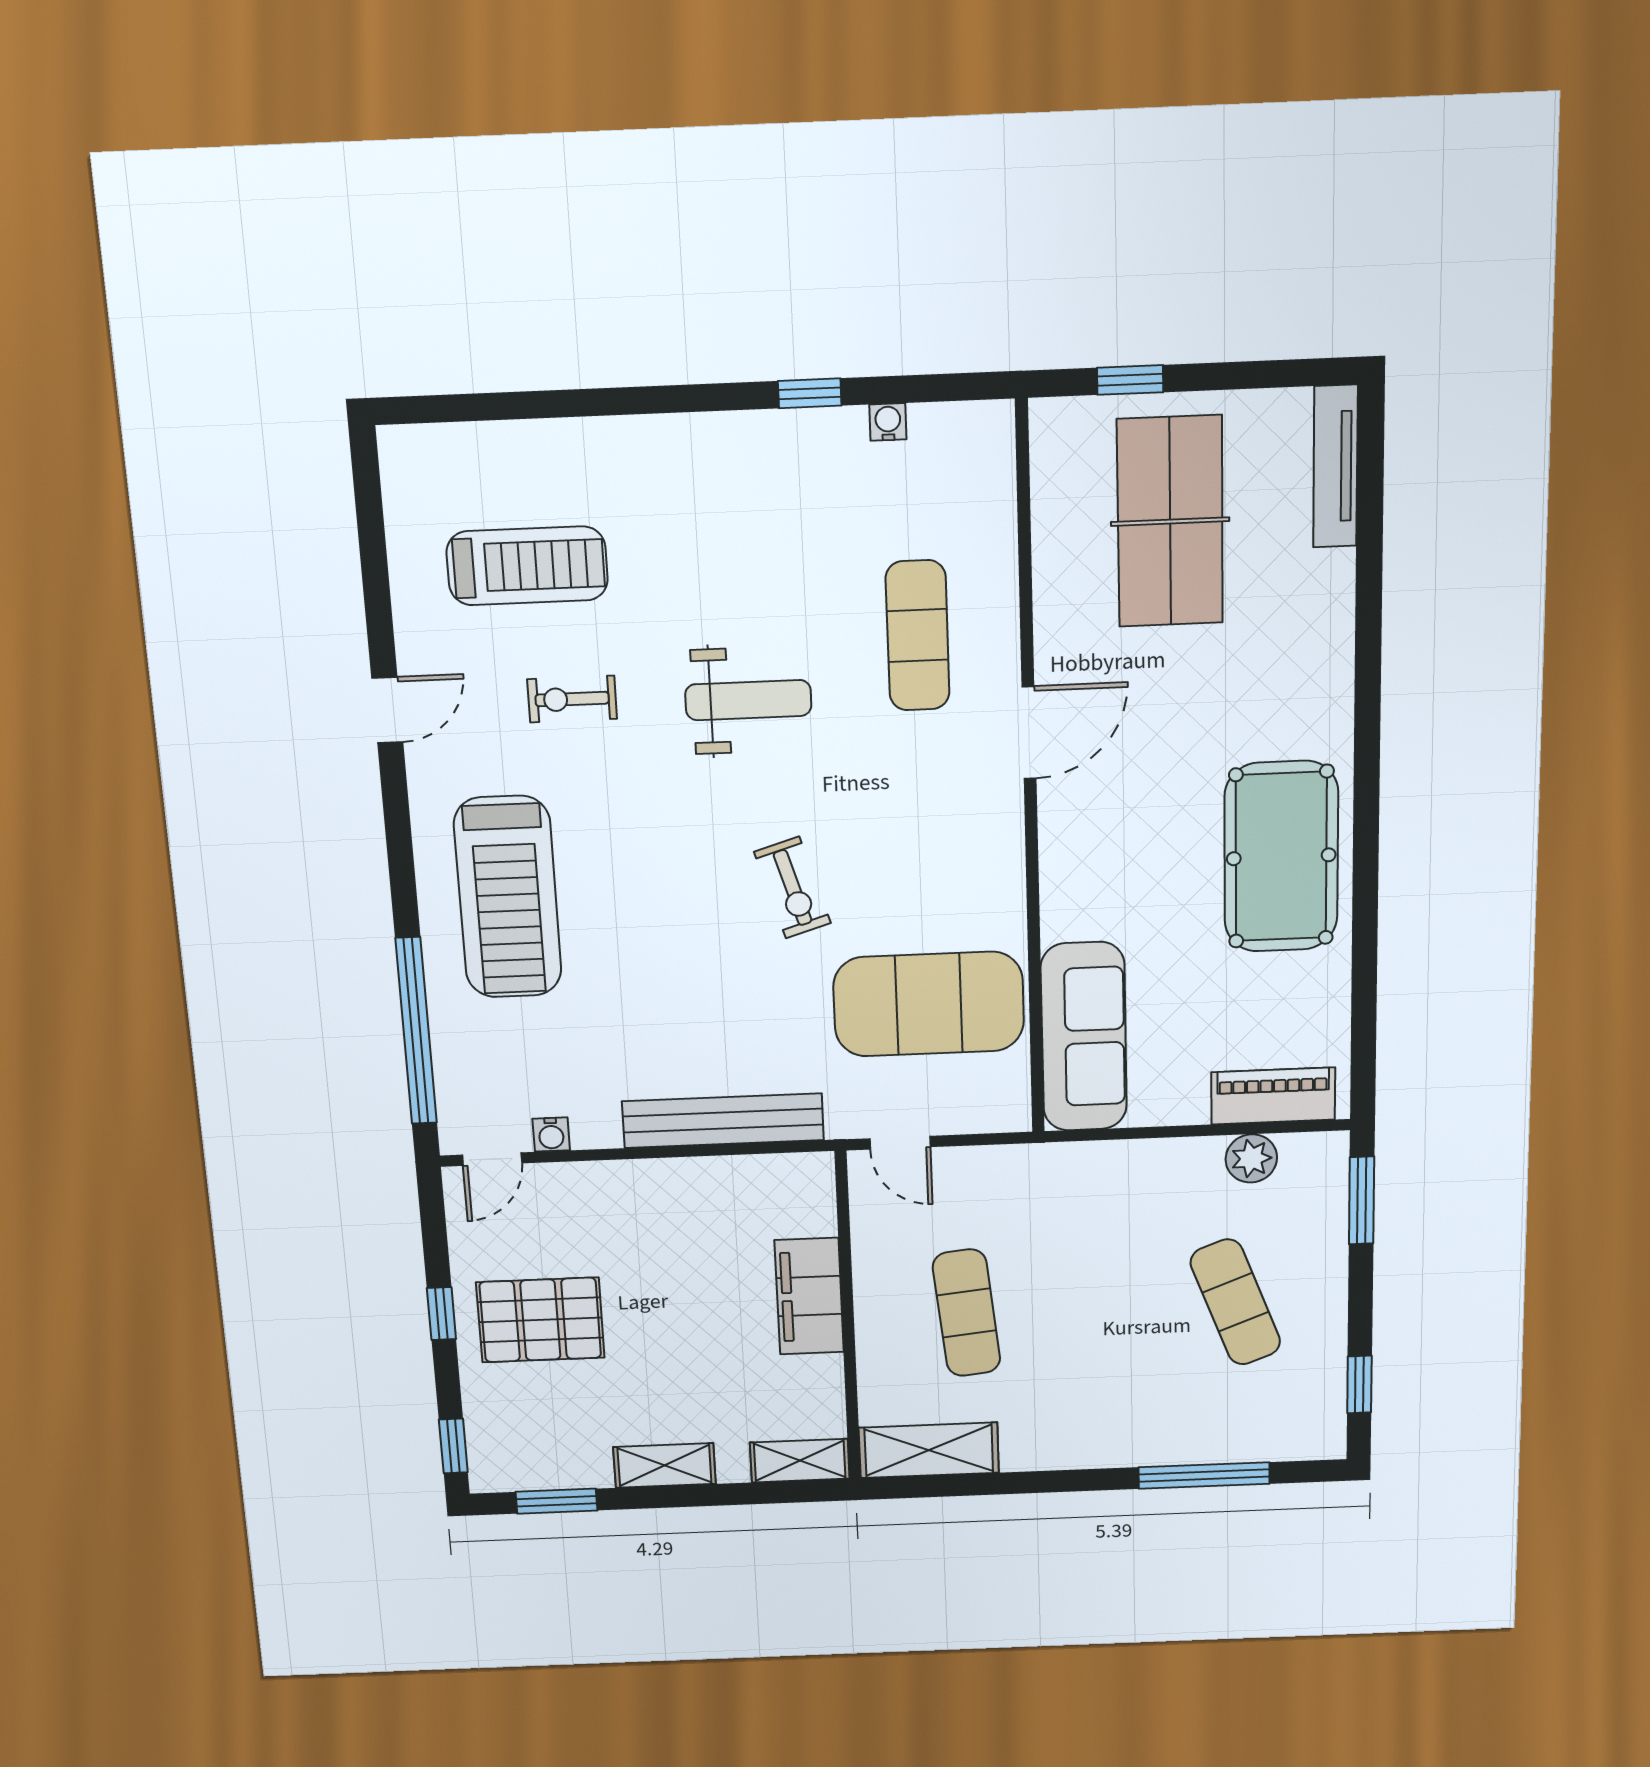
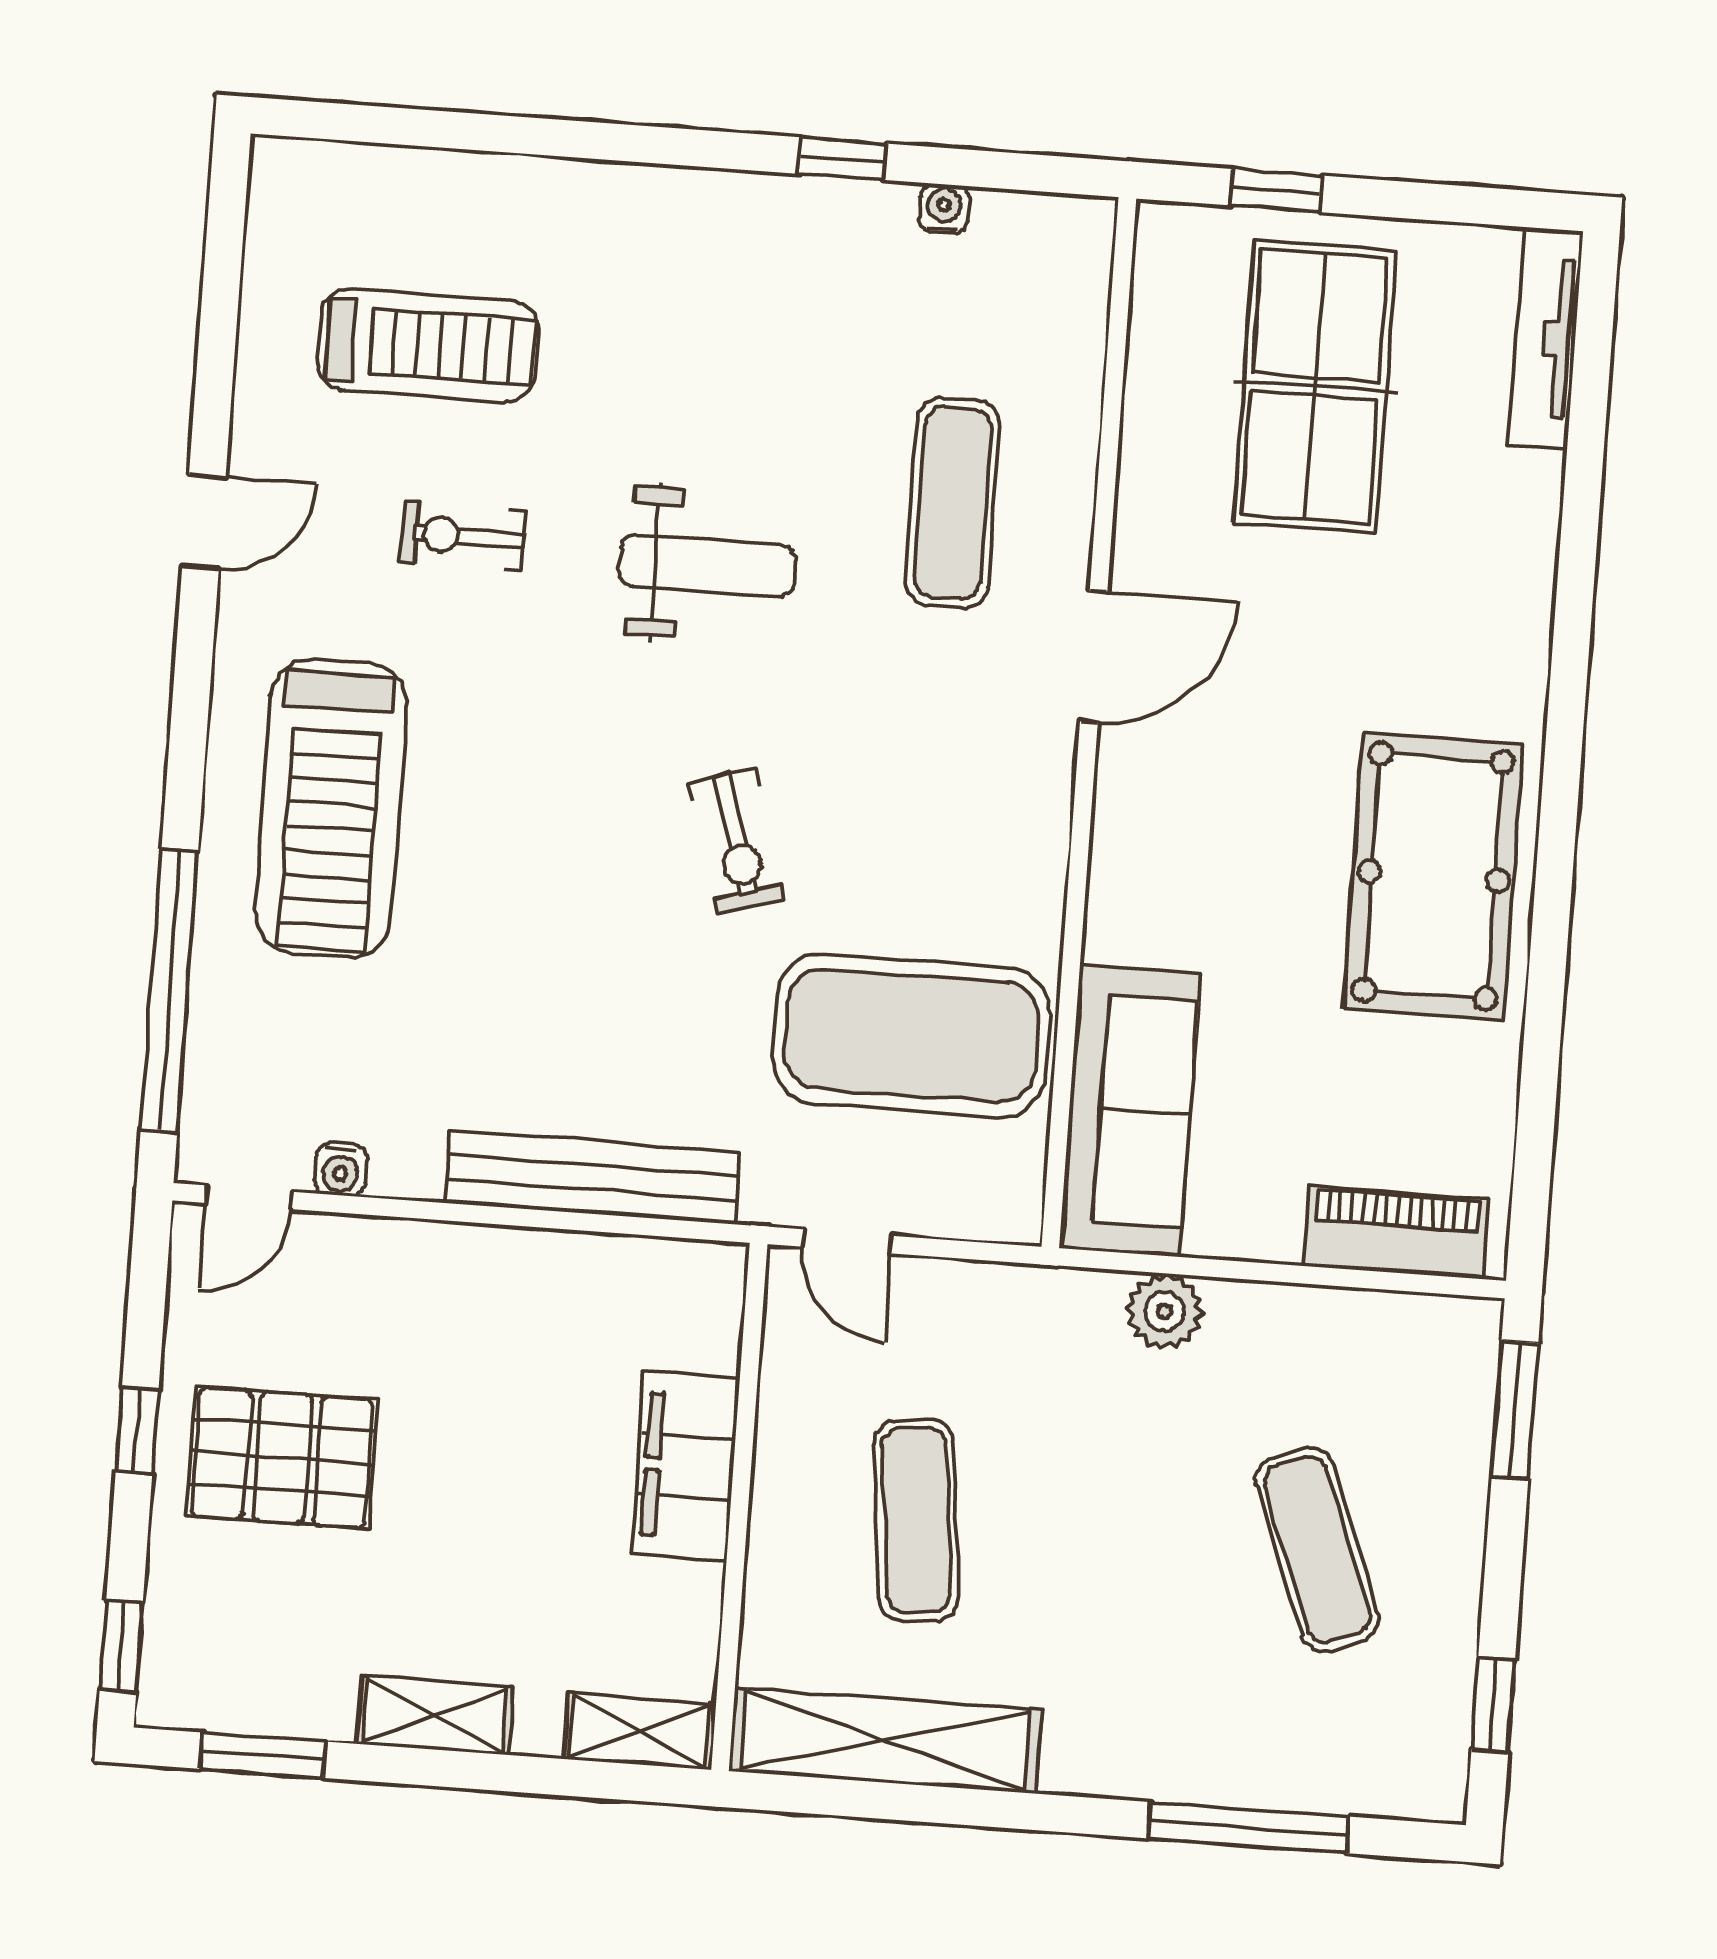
plant: (1251, 1158) -> (1165, 1311), moved
shelving: (929, 1450) -> (885, 1741), width x1.47

